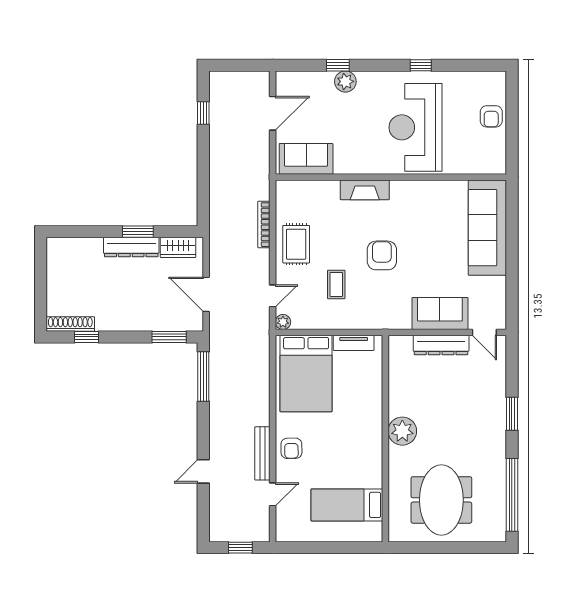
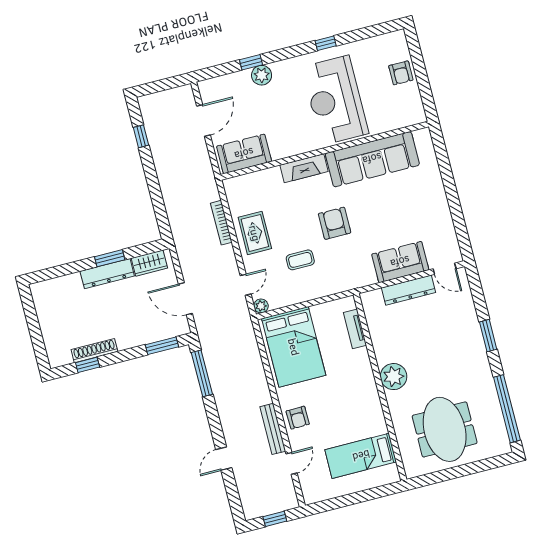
sofa: (487, 228) -> (372, 159), moved, turned -90
coffee table: (336, 284) -> (300, 260), turned 90
shoe rack: (70, 324) -> (94, 351), moved
tv unit: (354, 343) -> (355, 329), moved, turned 90

